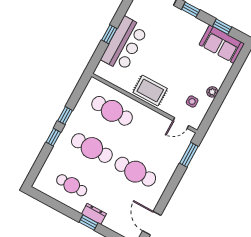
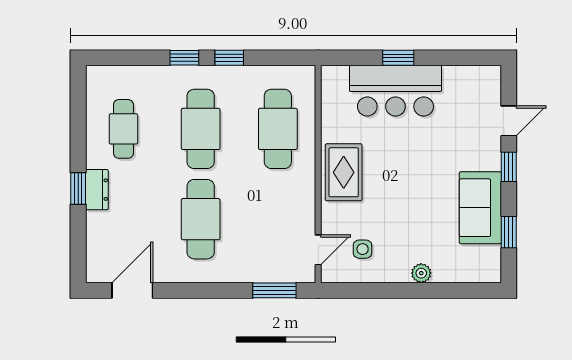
sofa: (222, 44) -> (480, 208), moved
plant: (212, 92) -> (421, 273), moved
door: (181, 123) -> (318, 250), swing flipped

